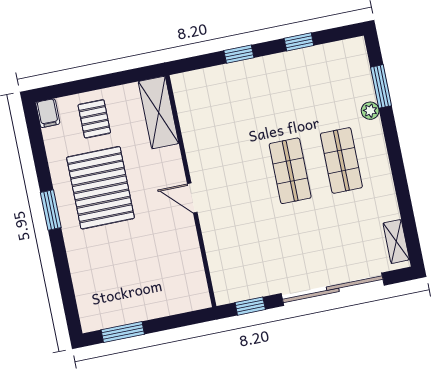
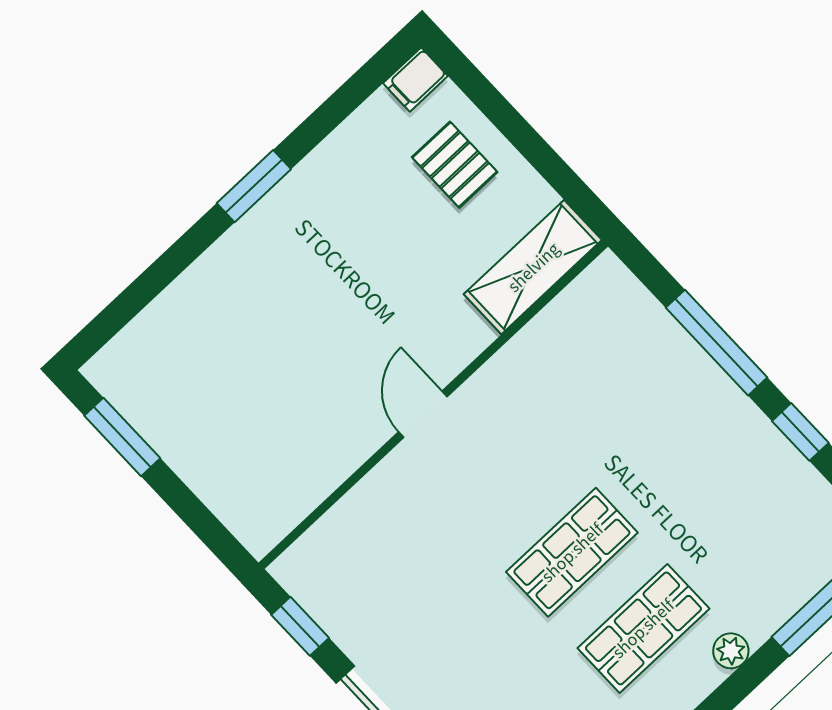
window: (239, 54) -> (716, 343), width x2.17
plant: (370, 111) -> (731, 651), moved
pallet: (94, 119) -> (455, 165), turned 90
pallet: (100, 188) -> (344, 248), removed

